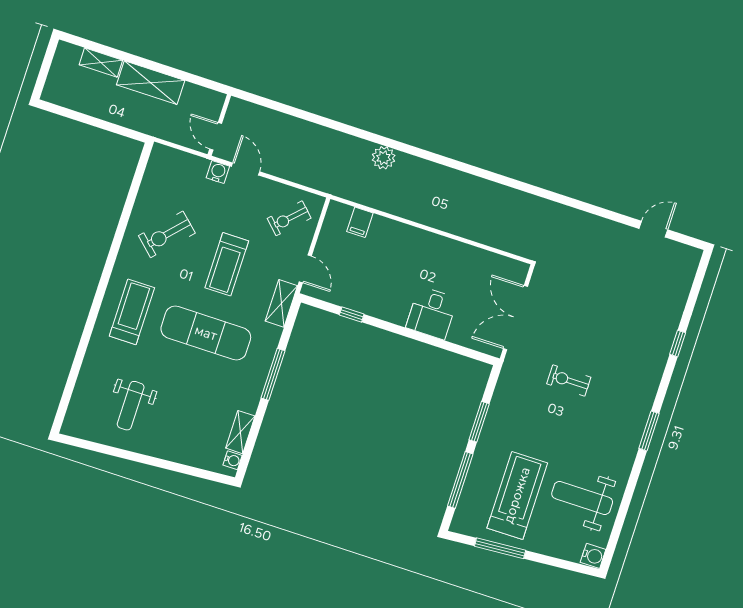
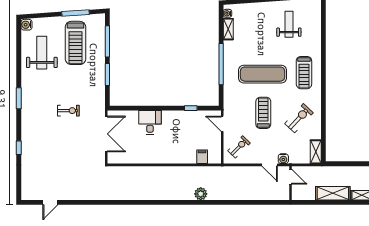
shelving: (281, 303) -> (316, 152), moved
window: (273, 374) -> (221, 64), width x1.46
weight bench: (582, 498) -> (42, 53), turned -90

